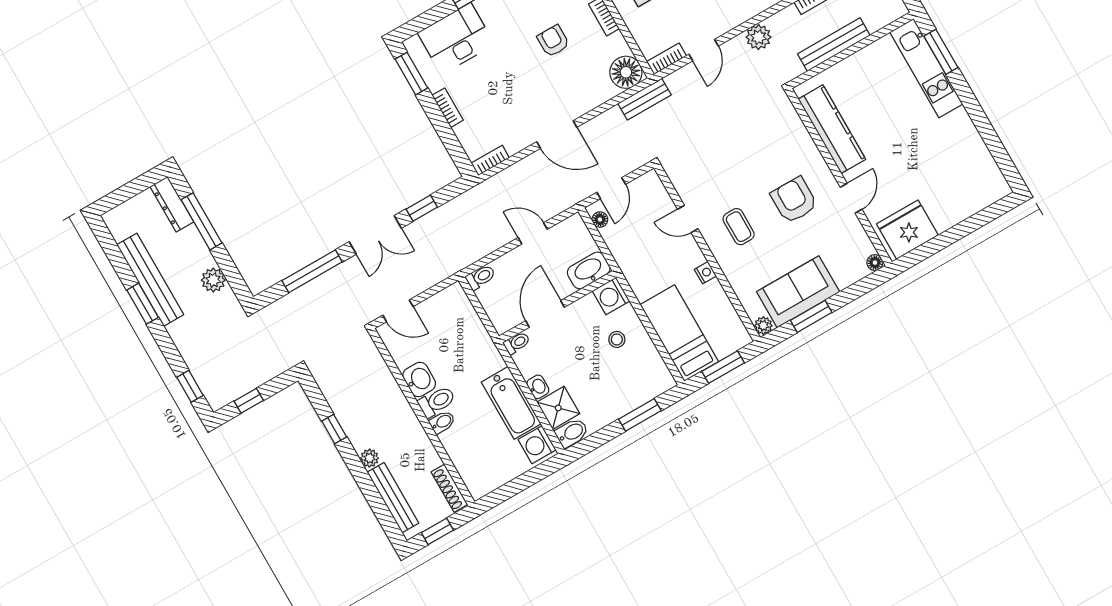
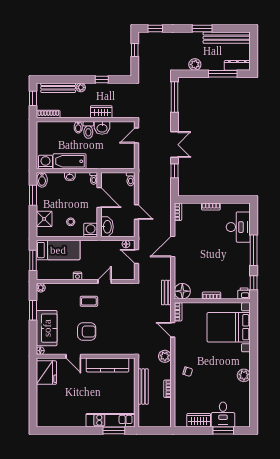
armchair: (553, 41) -> (213, 268), removed
window: (411, 74) -> (234, 199), removed
door: (533, 233) -> (136, 212), hinge flipped
double door: (375, 235) -> (174, 145), swing flipped
window: (312, 271) -> (174, 97), moved
bench: (150, 280) -> (226, 38), moved
sofa: (798, 292) -> (47, 328), moved
wardrobe: (392, 397) -> (101, 112), added
shower: (558, 408) -> (44, 219), moved
window: (640, 415) -> (33, 195), moved

